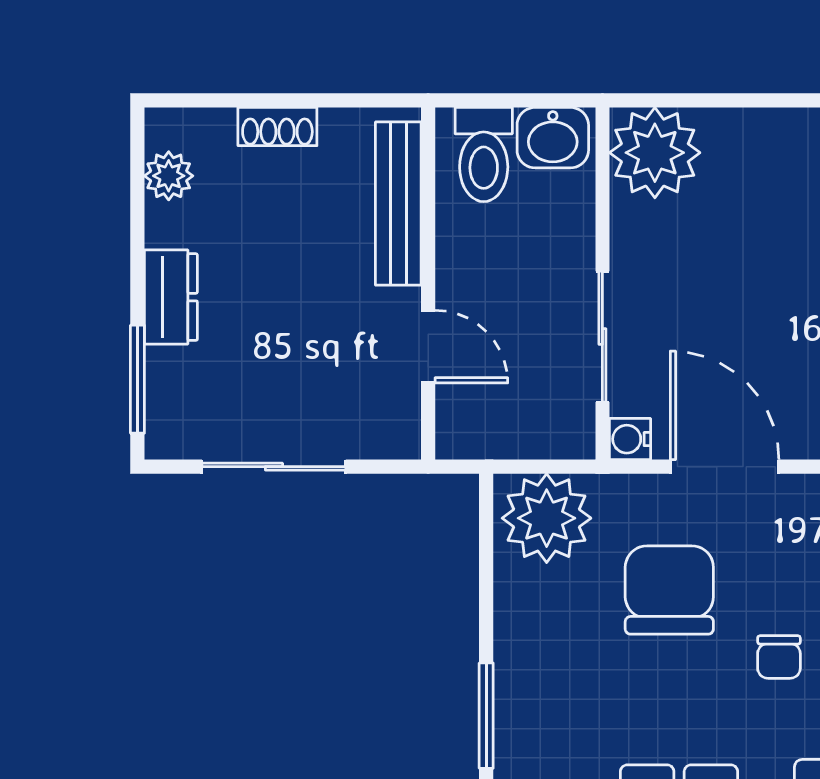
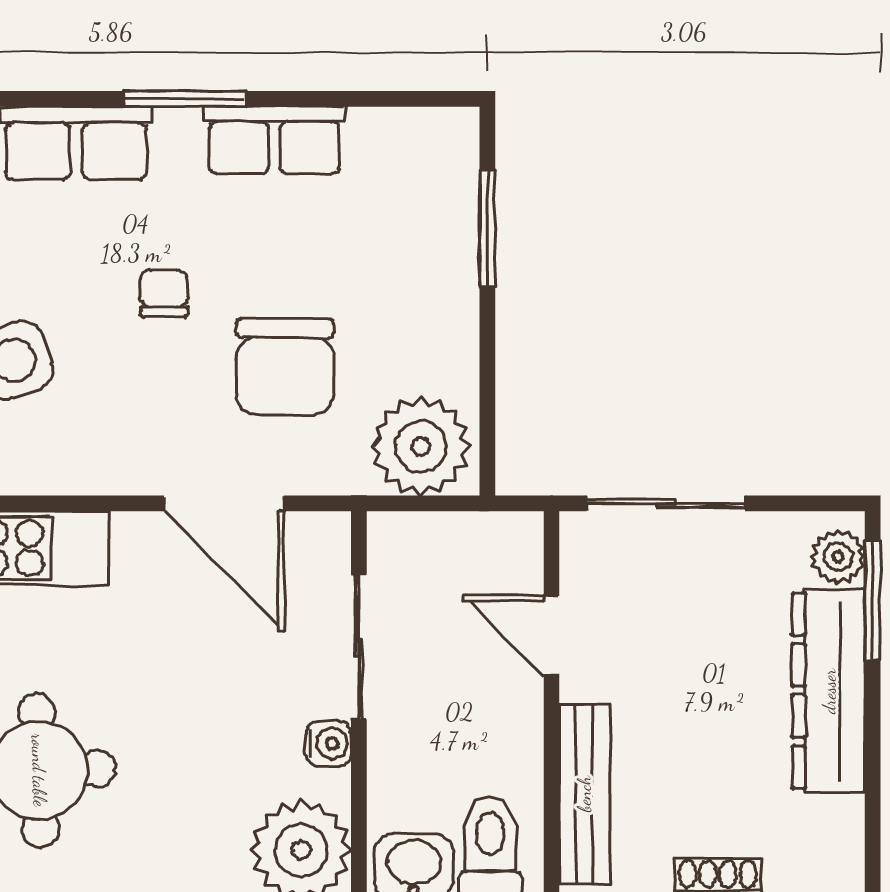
plant: (169, 176) -> (838, 557), moved
dresser: (171, 297) -> (829, 691), width x1.96, depth x1.24
water cooler: (630, 439) -> (328, 744), moved
sliding door: (274, 467) -> (666, 503), moved

